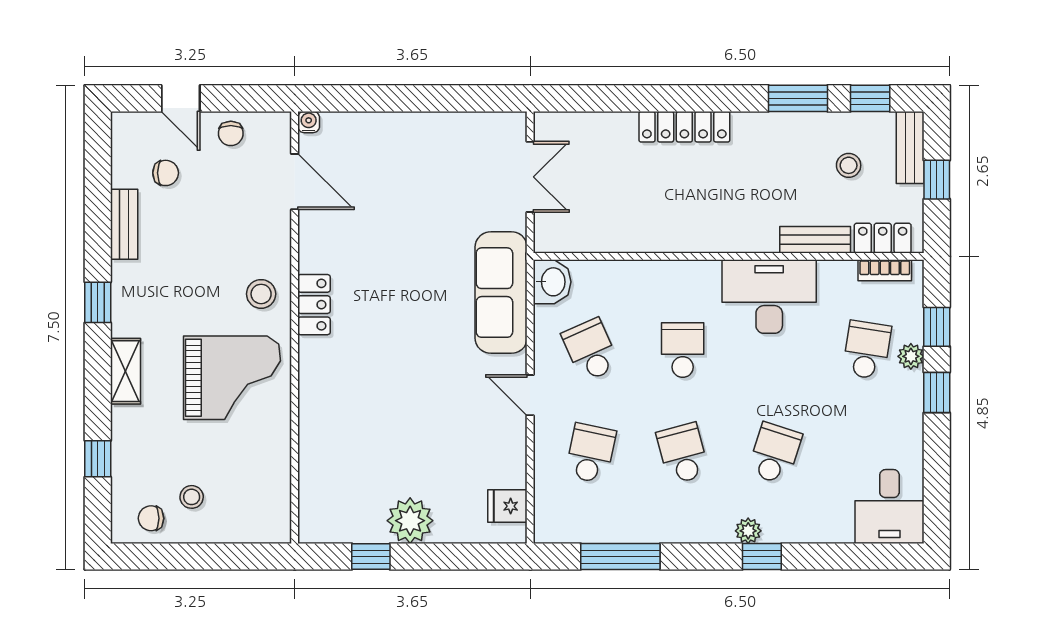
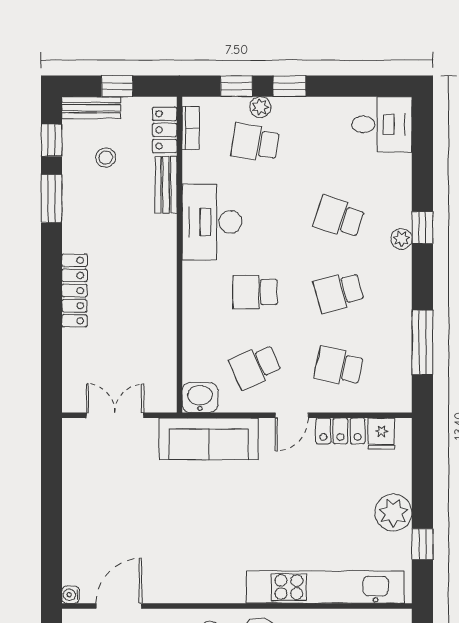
locker: (314, 305) -> (340, 431), moved, turned 180
kitchen unit: (318, 436) -> (325, 587), added

